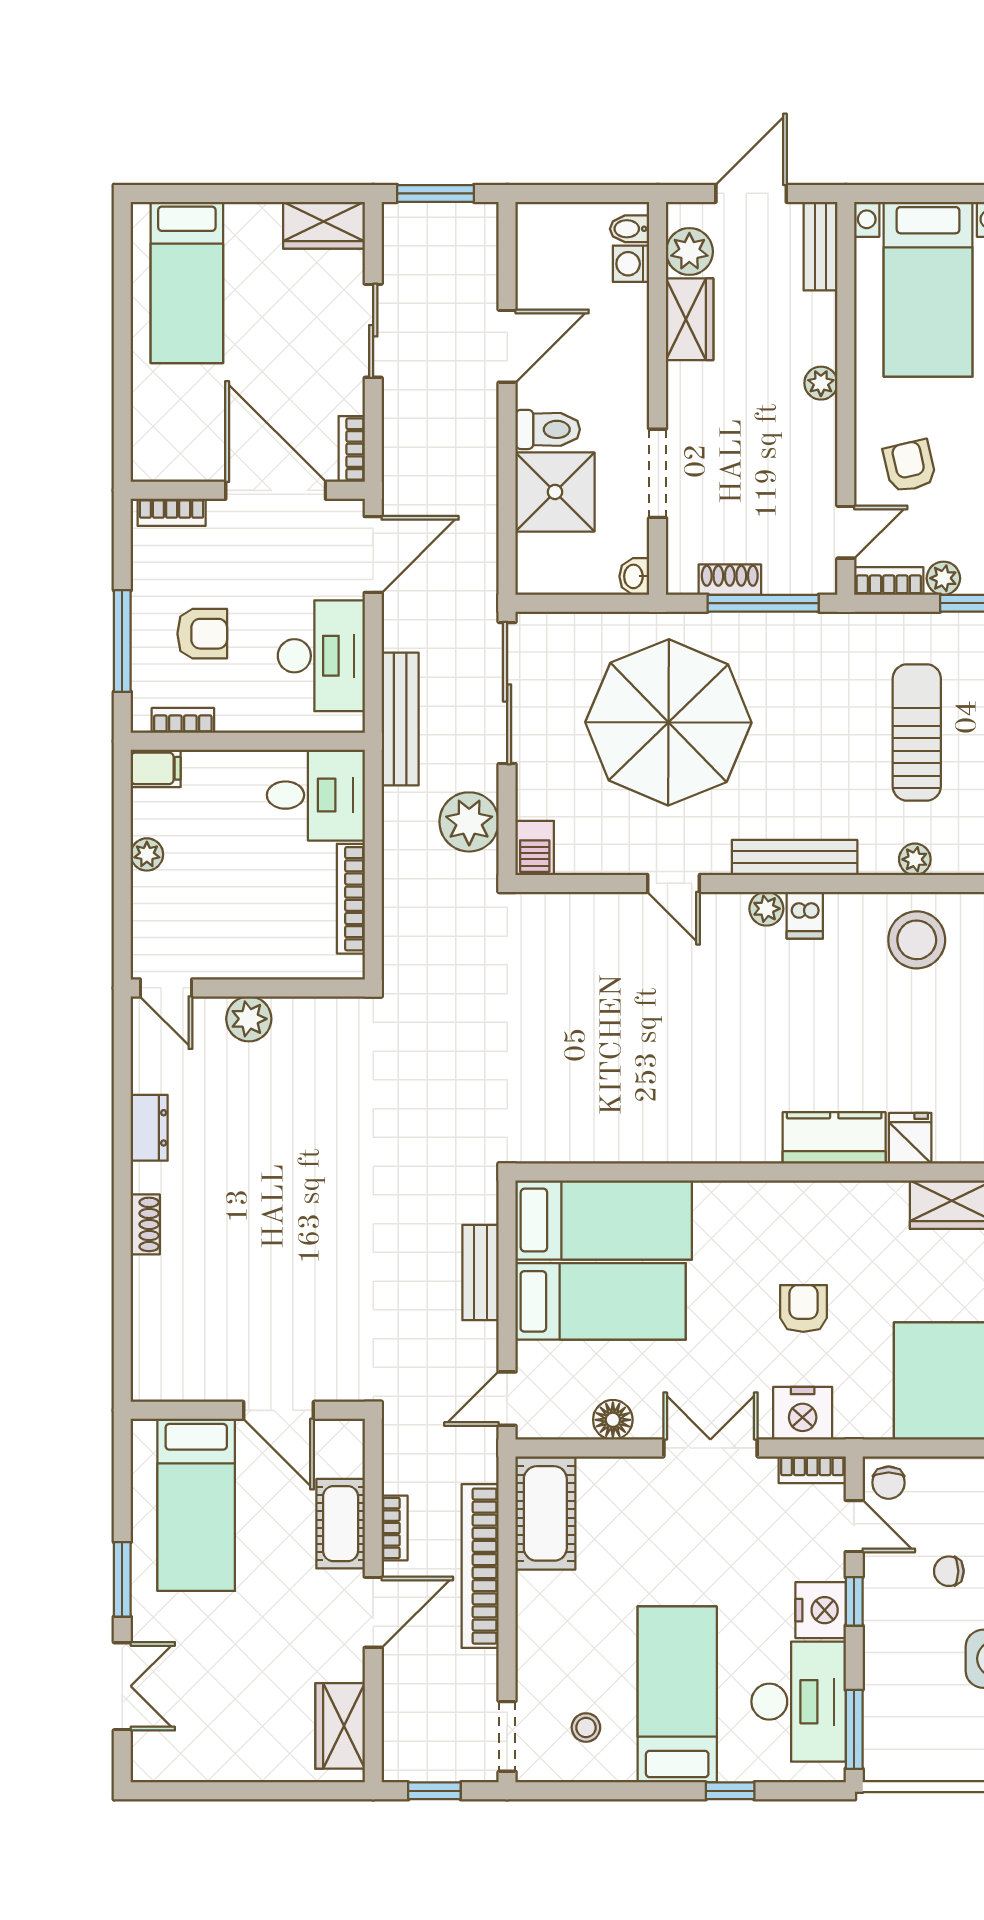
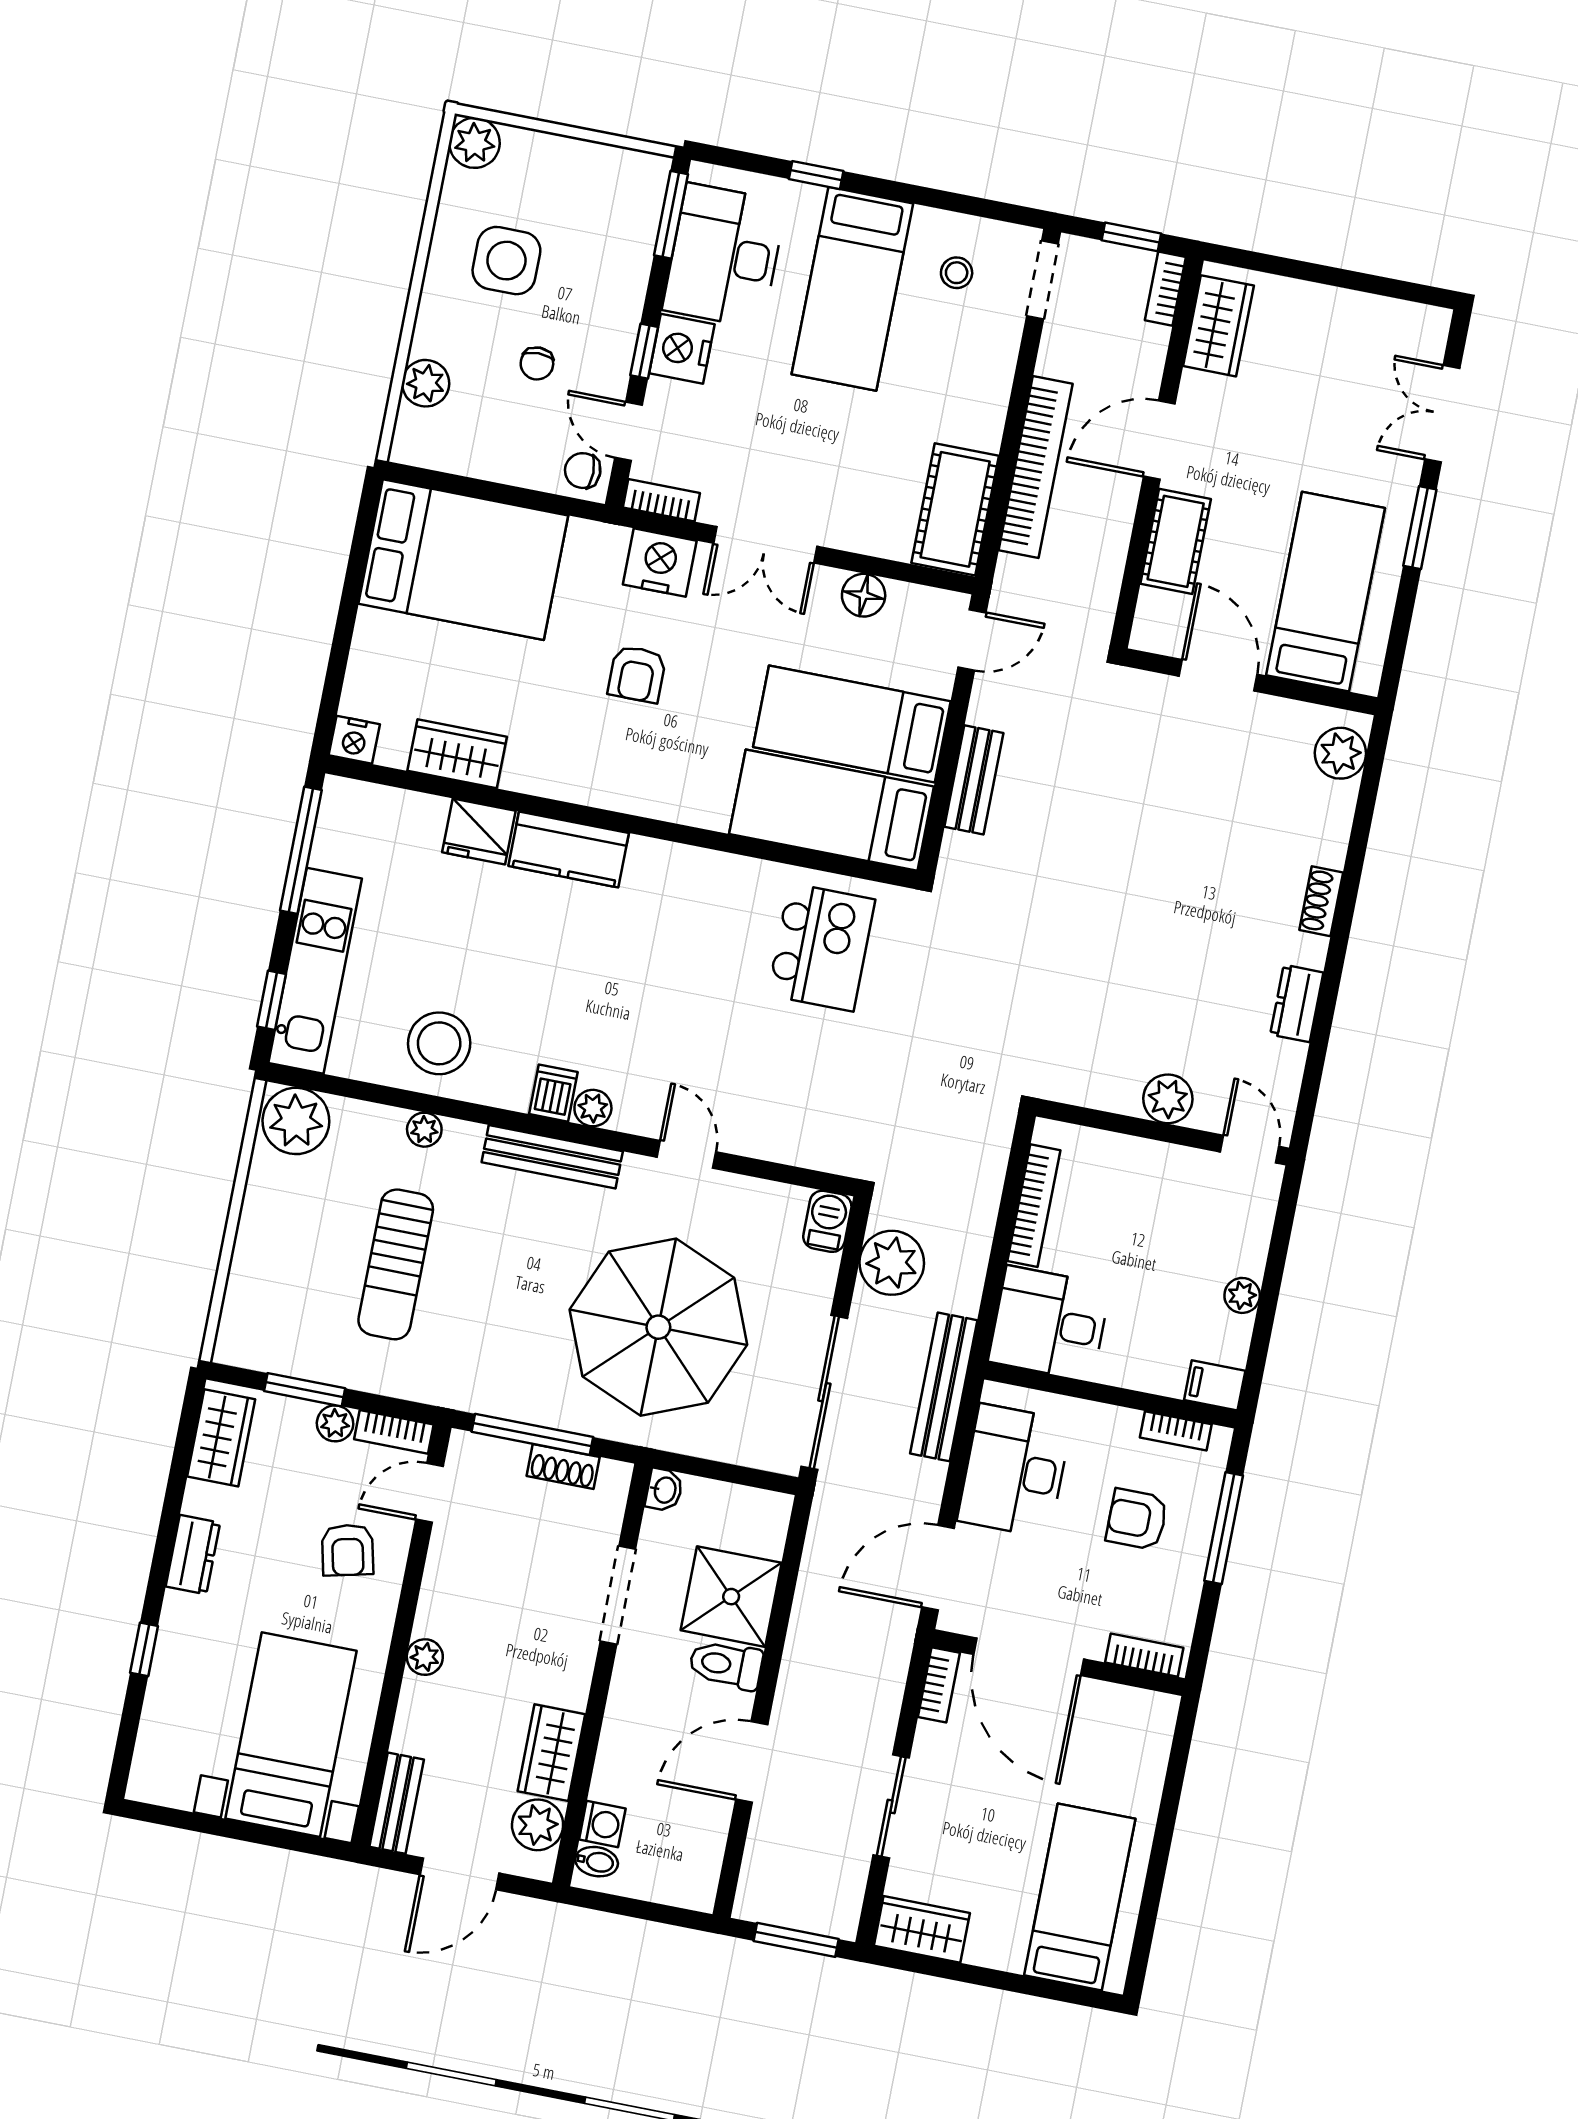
kitchen island: (589, 1094) -> (821, 947), added
fridge: (910, 1138) -> (479, 831), width x1.38
plant: (154, 1362) -> (1340, 753), added
chair: (889, 1483) -> (583, 471), turned -90
bookcase: (395, 1528) -> (1165, 289), moved
chair: (949, 1571) -> (537, 364), turned 90

